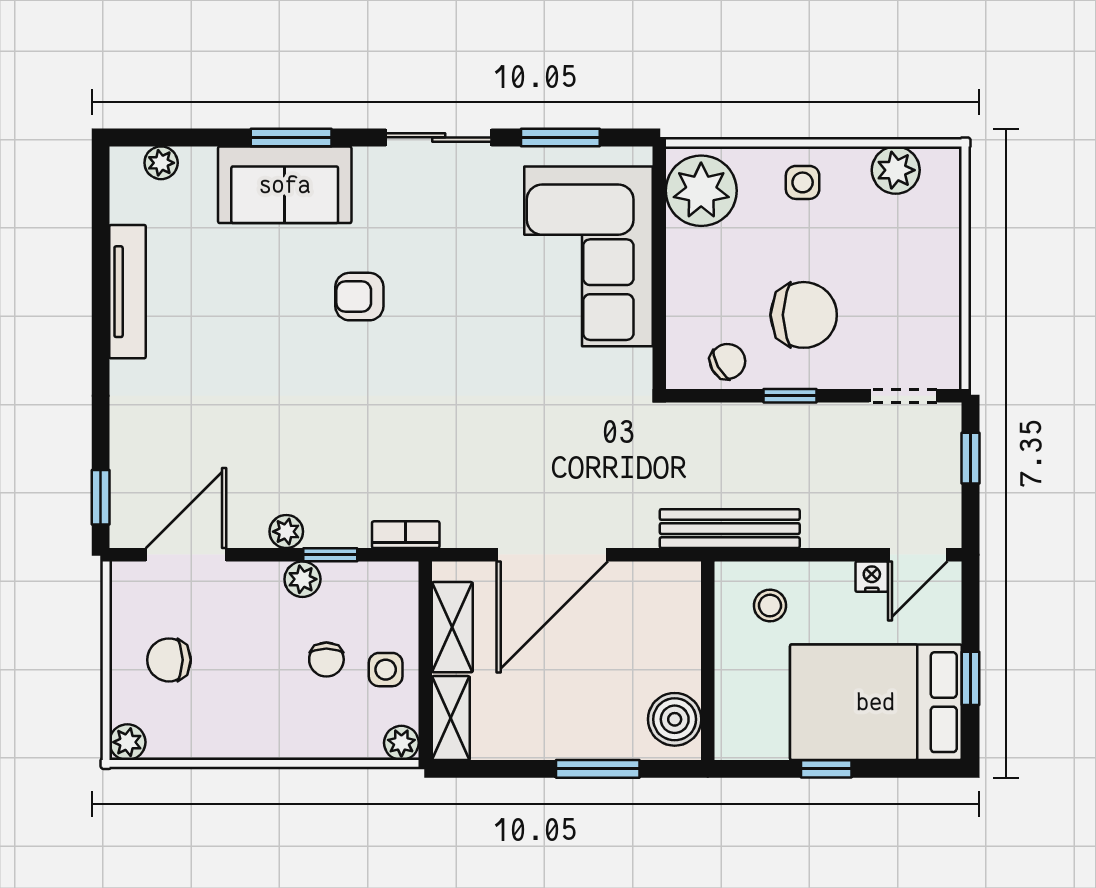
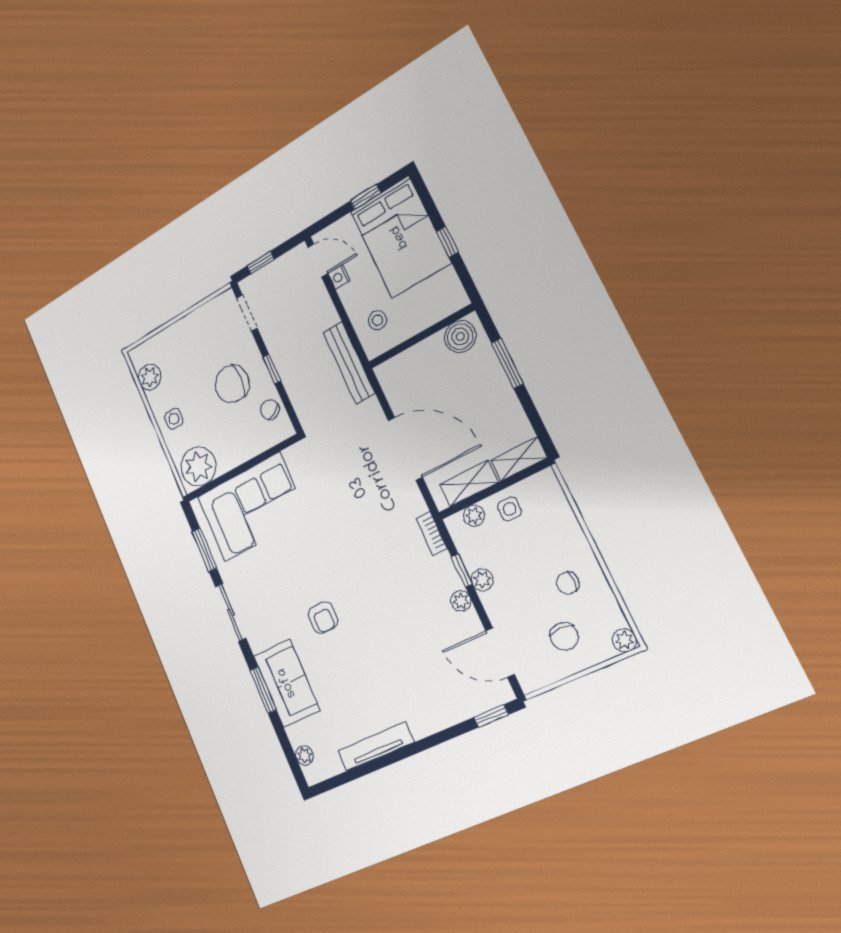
chair: (804, 315) -> (232, 384), turned -90
chair: (326, 660) -> (568, 583), moved, turned 180
plant: (401, 743) -> (474, 516), moved

